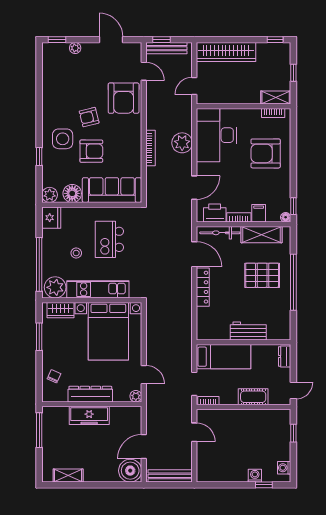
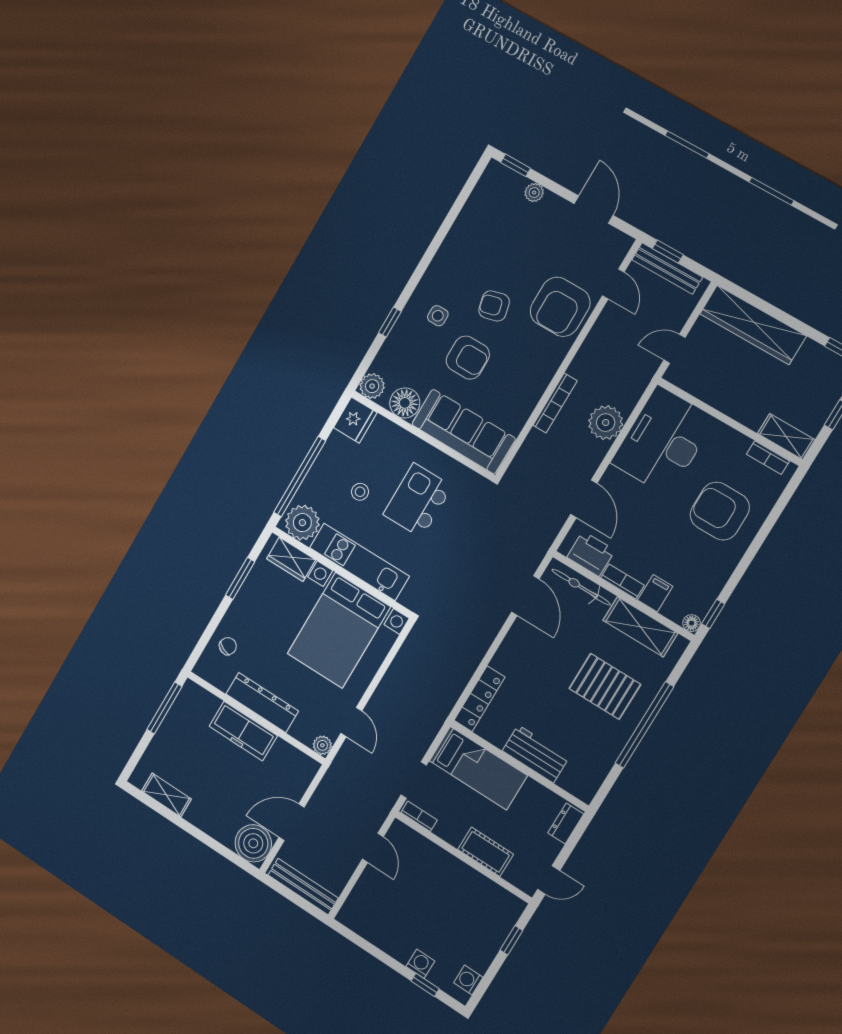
side table: (63, 139) -> (438, 316), width x0.54, depth x0.54
door: (194, 188) -> (584, 499), hinge flipped
locker: (203, 287) -> (480, 699), moved

